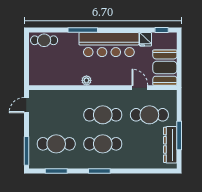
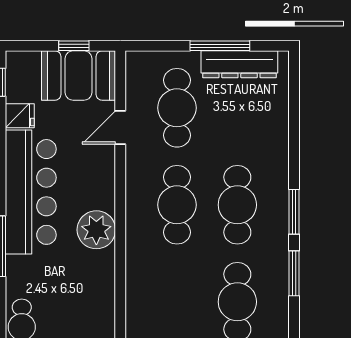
window: (179, 65) -> (74, 46), added
plant: (86, 80) -> (96, 230), width x1.87, depth x1.87
window: (56, 171) -> (294, 273), moved

